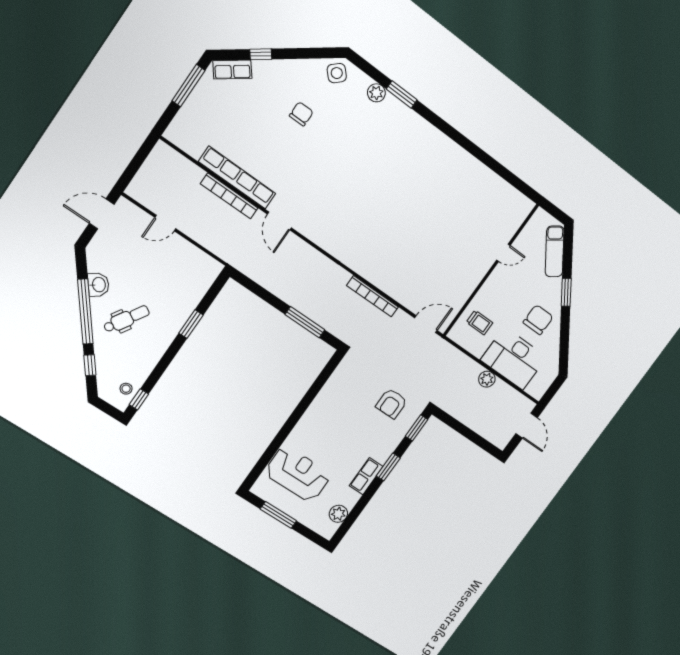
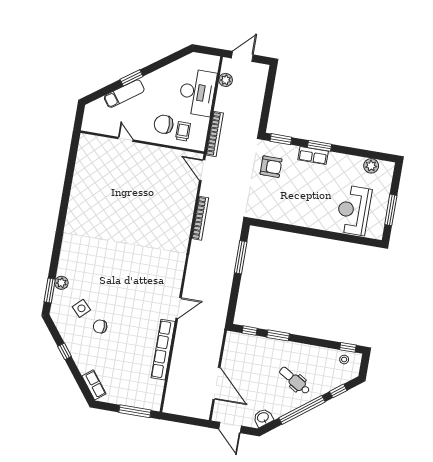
window: (261, 54) -> (65, 351), moved
side table: (337, 73) -> (81, 308), moved
window: (188, 86) -> (135, 411), moved
window: (402, 94) -> (50, 290), moved
bookcase: (229, 196) -> (215, 134), moved
door: (165, 223) -> (216, 383), width x1.87
exam couch: (555, 251) -> (124, 94), moved
washbasin: (98, 285) -> (263, 418), moved
window: (212, 293) -> (250, 331), added
chair: (538, 320) -> (164, 124), moved
plant: (487, 379) -> (226, 80), moved
row of seats: (366, 476) -> (313, 155), moved

